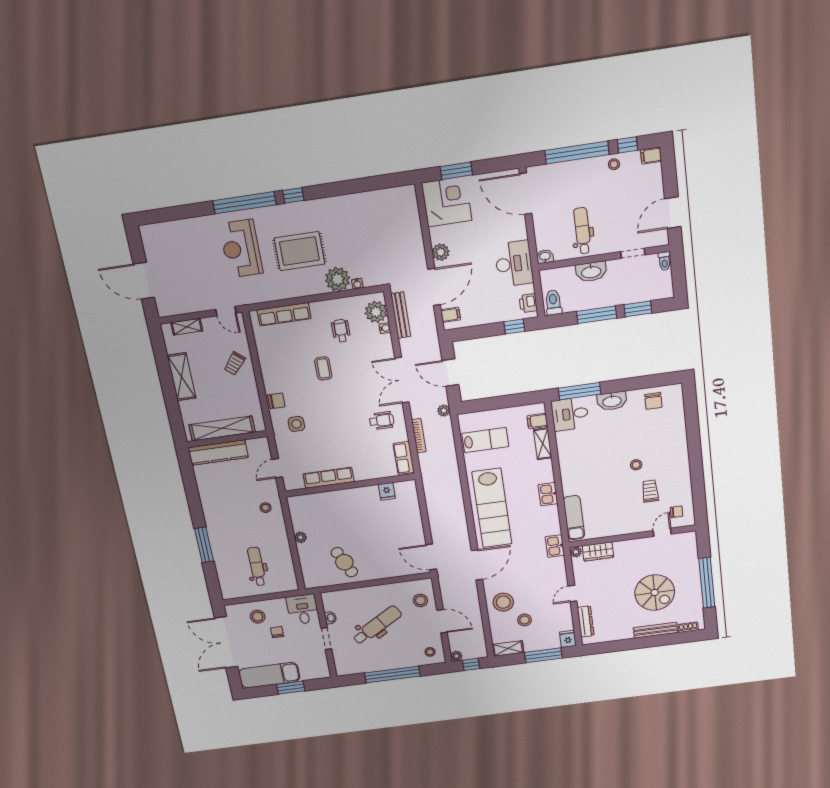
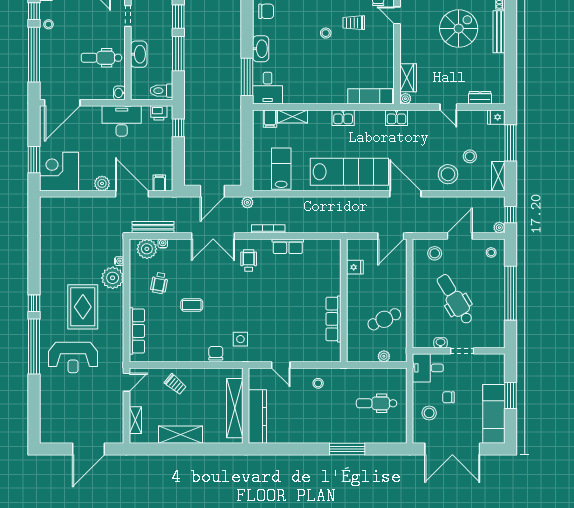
wheelchair: (341, 331) -> (159, 283), turned -79
row of seats: (329, 478) -> (333, 319), moved
wall: (350, 485) -> (344, 300), moved
fridge: (387, 491) -> (355, 267), moved
plant: (300, 537) -> (384, 356), moved
dresser: (586, 622) -> (480, 98), width x0.70

